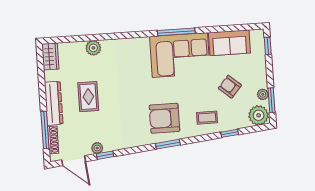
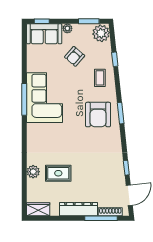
sofa: (229, 43) -> (44, 34), moved, turned 90
plant: (263, 94) -> (67, 28), moved
rug: (88, 97) -> (58, 173), moved
plant: (97, 148) -> (120, 174), removed

